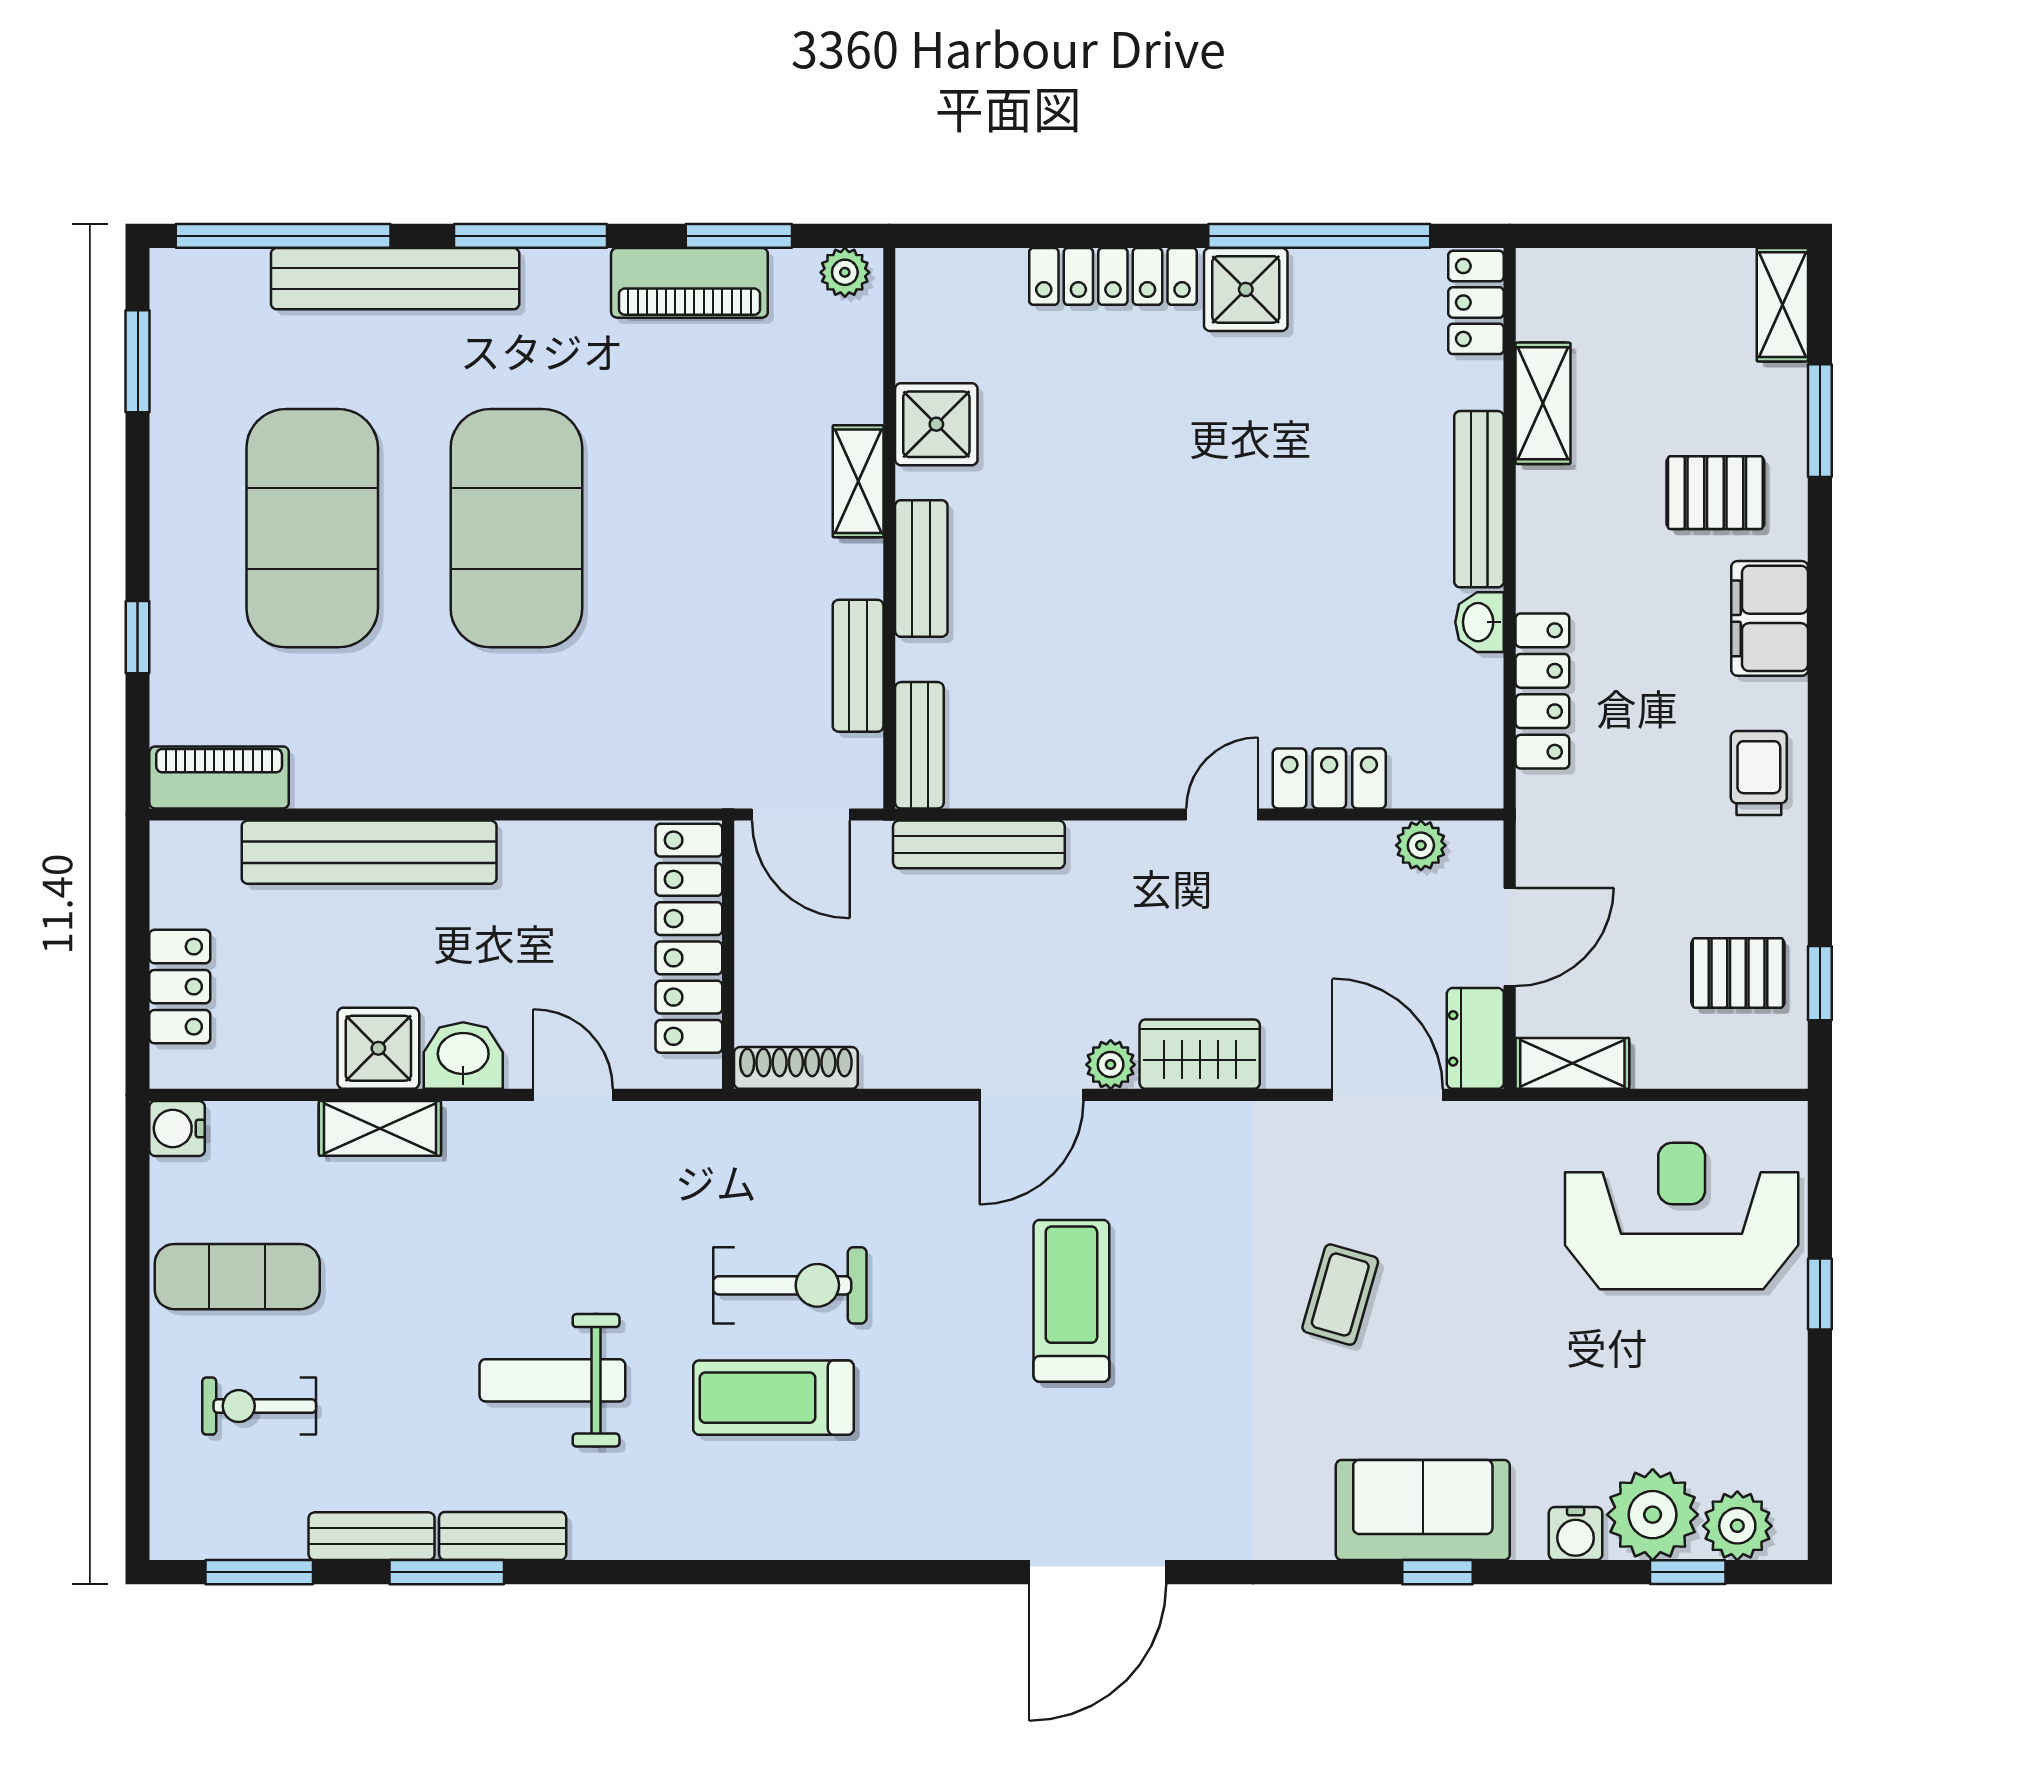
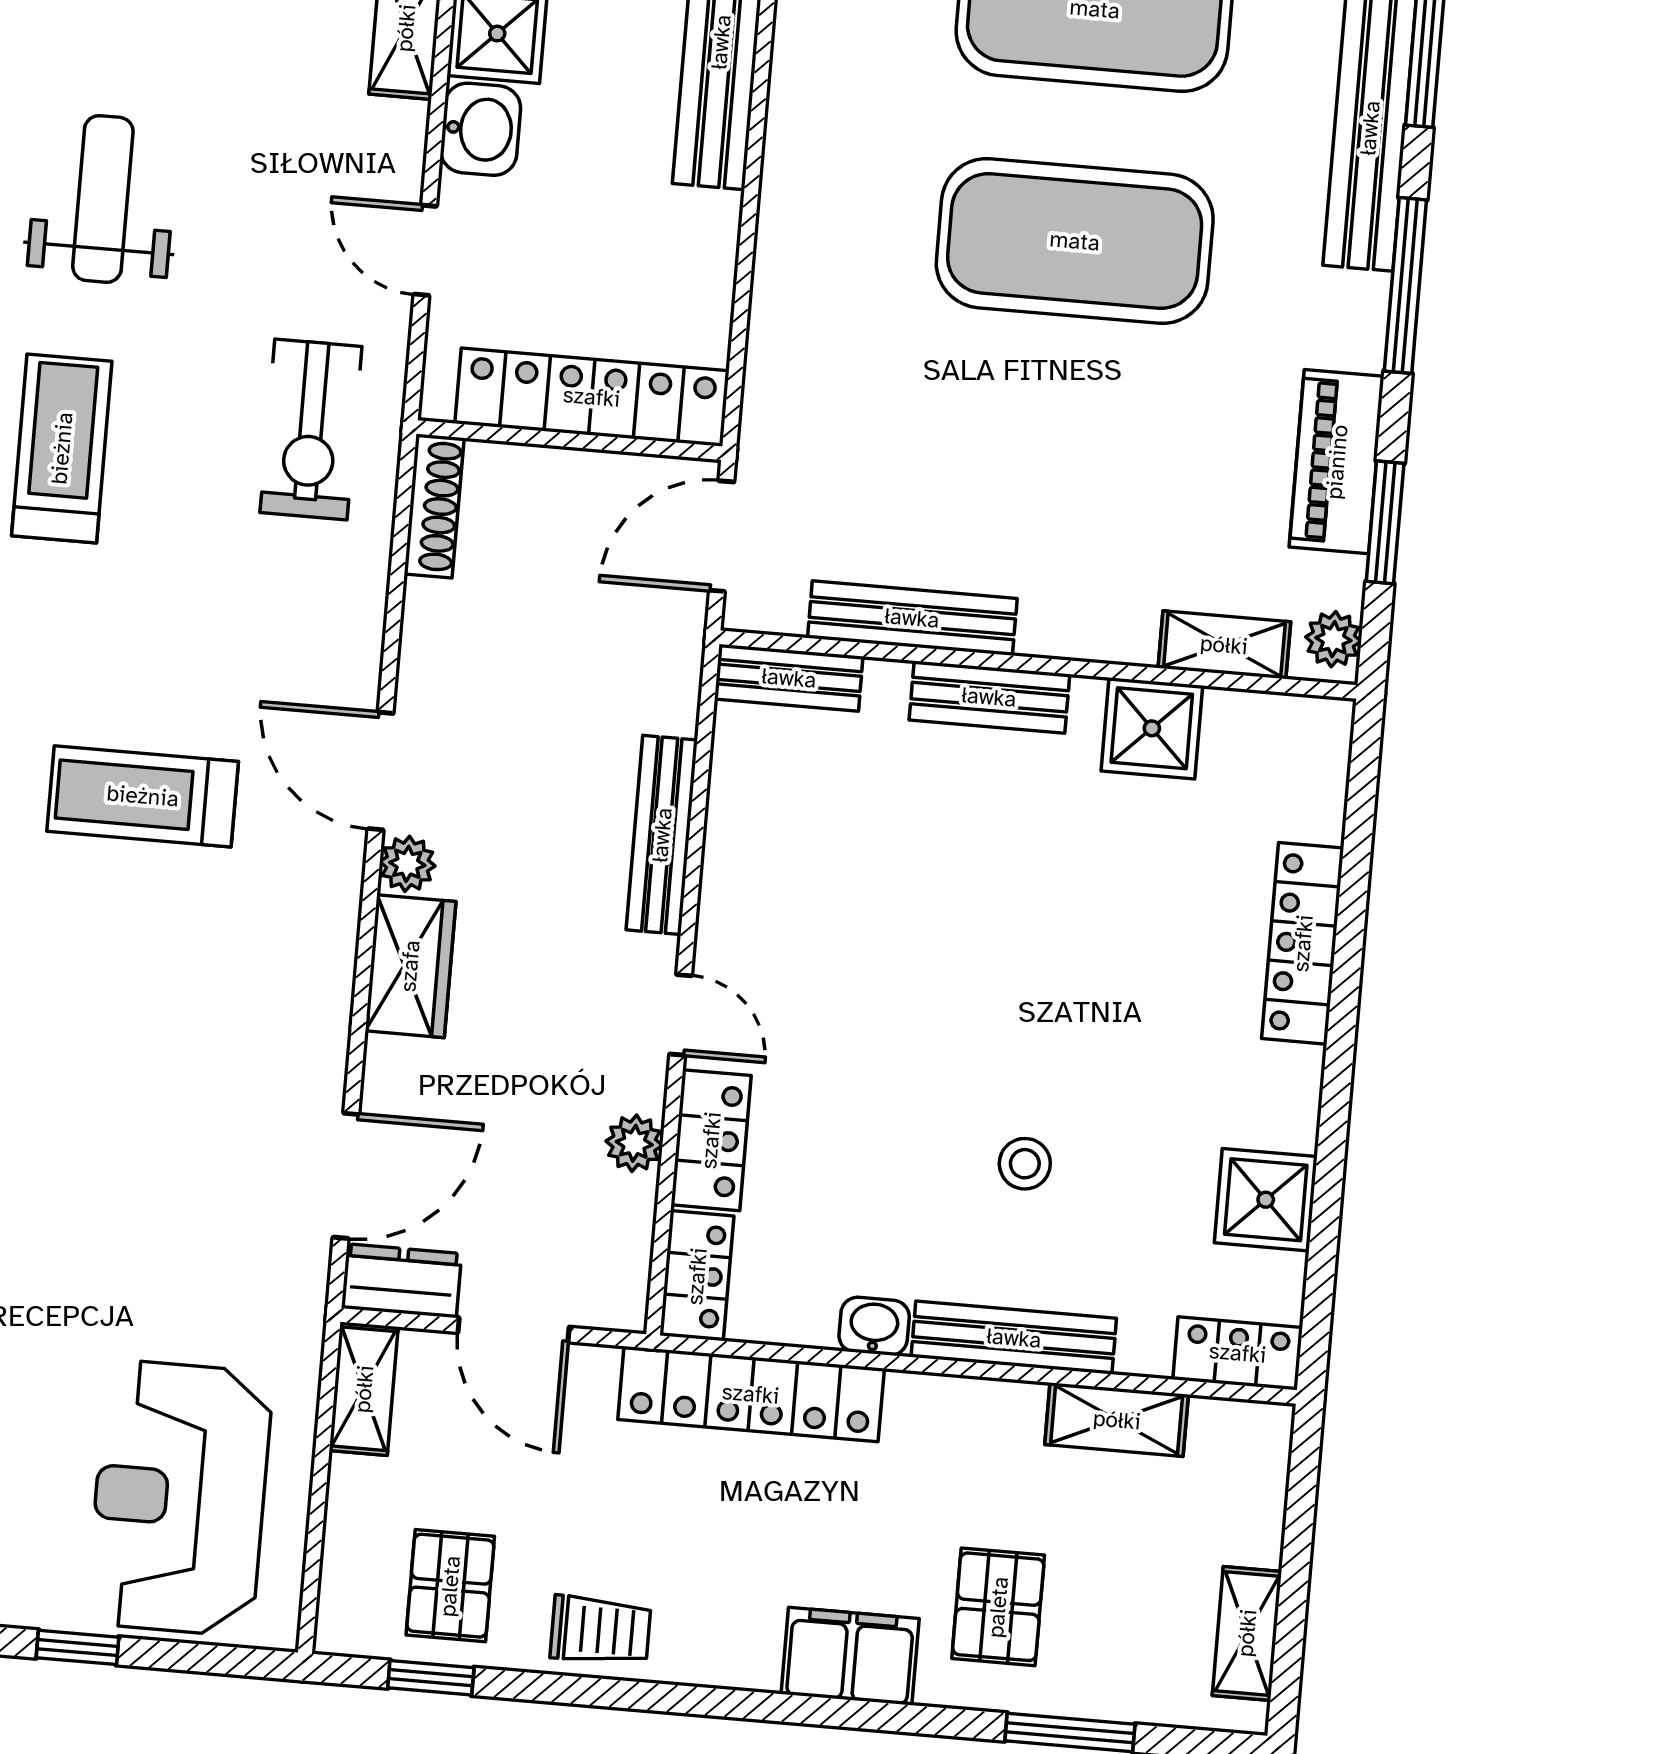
window: (1319, 236) -> (1329, 1182), removed
shower: (1246, 289) -> (1266, 1200), moved
shelving: (1782, 305) -> (1247, 1633), moved, turned 90
shelving: (858, 481) -> (1224, 645), moved
stool: (1326, 503) -> (1025, 1164), added
bench: (858, 666) -> (912, 618), width x1.36
locker: (1542, 691) -> (751, 1394), width x1.41, depth x1.21
trolley: (1759, 773) -> (601, 1630), moved
locker: (1449, 781) -> (697, 1276), added
bench: (979, 844) -> (662, 835), moved
plant: (1421, 845) -> (634, 1143), moved
door: (573, 1095) -> (425, 250), swing flipped
reception desk: (1682, 1216) -> (180, 1498), turned 180
exercise bike: (790, 1285) -> (311, 429), moved
coffee table: (1340, 1295) -> (124, 1102), removed
treadmill: (1071, 1301) -> (143, 796), turned 180

